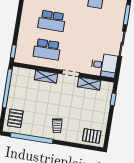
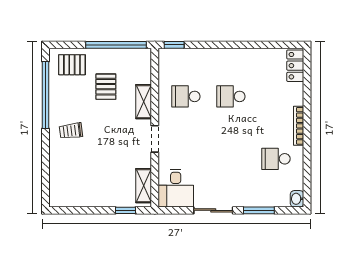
school desk: (52, 21) -> (231, 96), width x0.54
school desk: (47, 49) -> (186, 96), width x0.54
shelving: (89, 84) -> (144, 186), moved
pallet: (92, 136) -> (106, 87), moved

